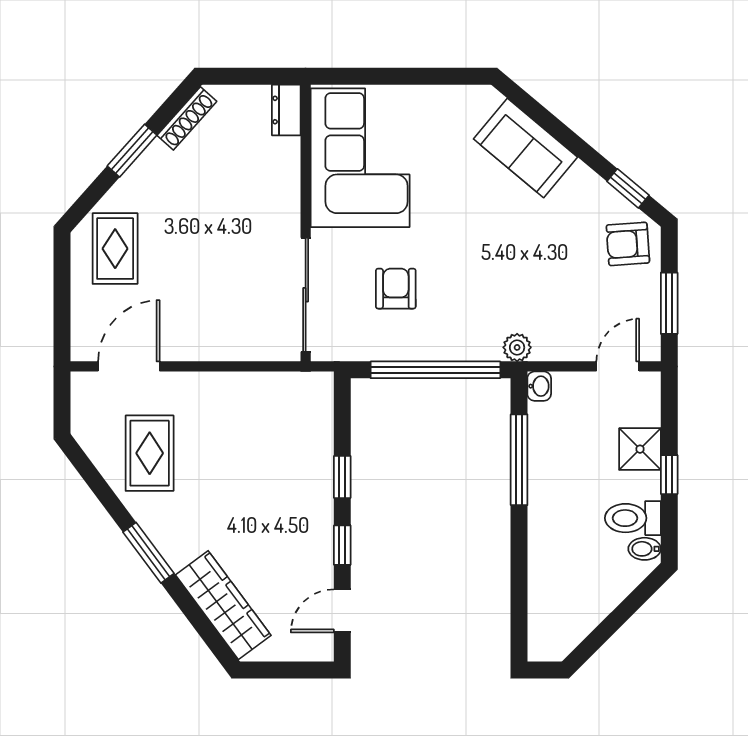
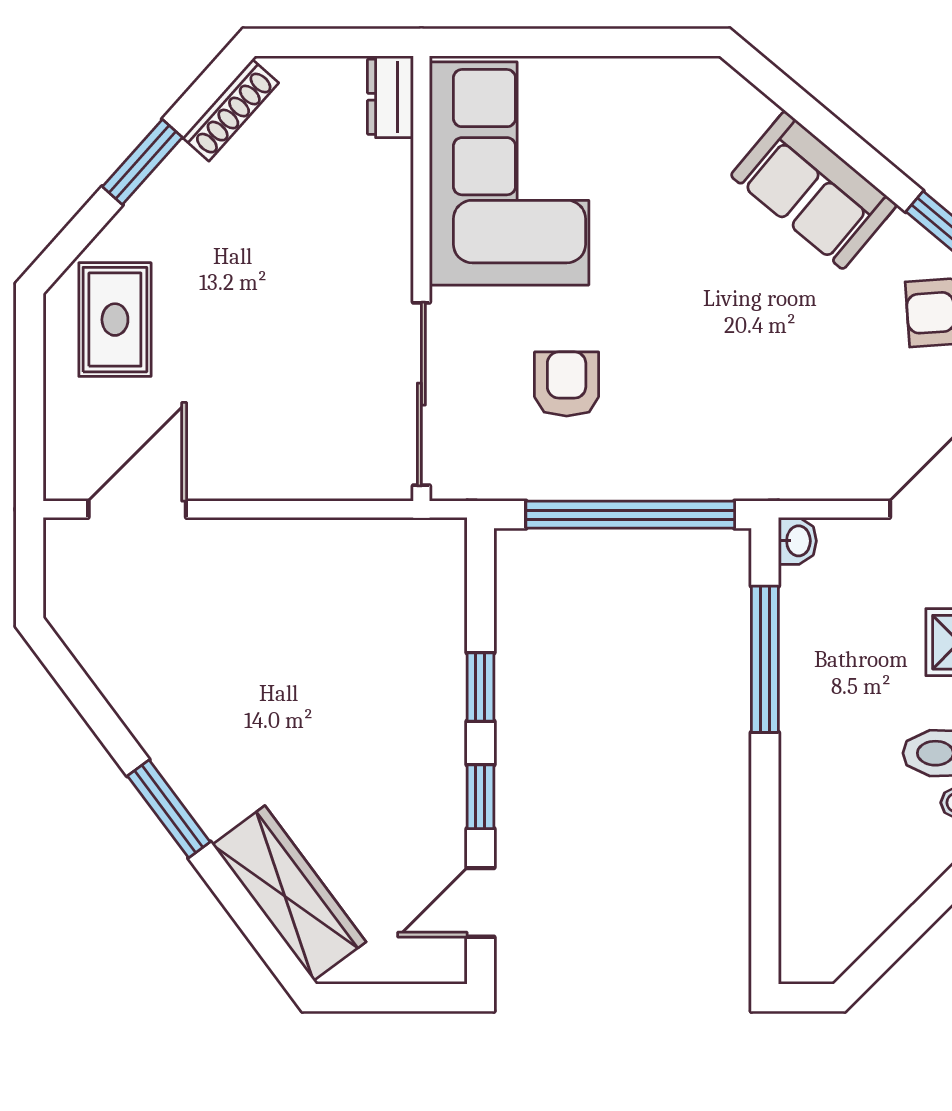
sofa: (526, 148) -> (814, 190), moved
plant: (517, 347) -> (762, 479), removed
rug: (150, 453) -> (171, 649), removed

